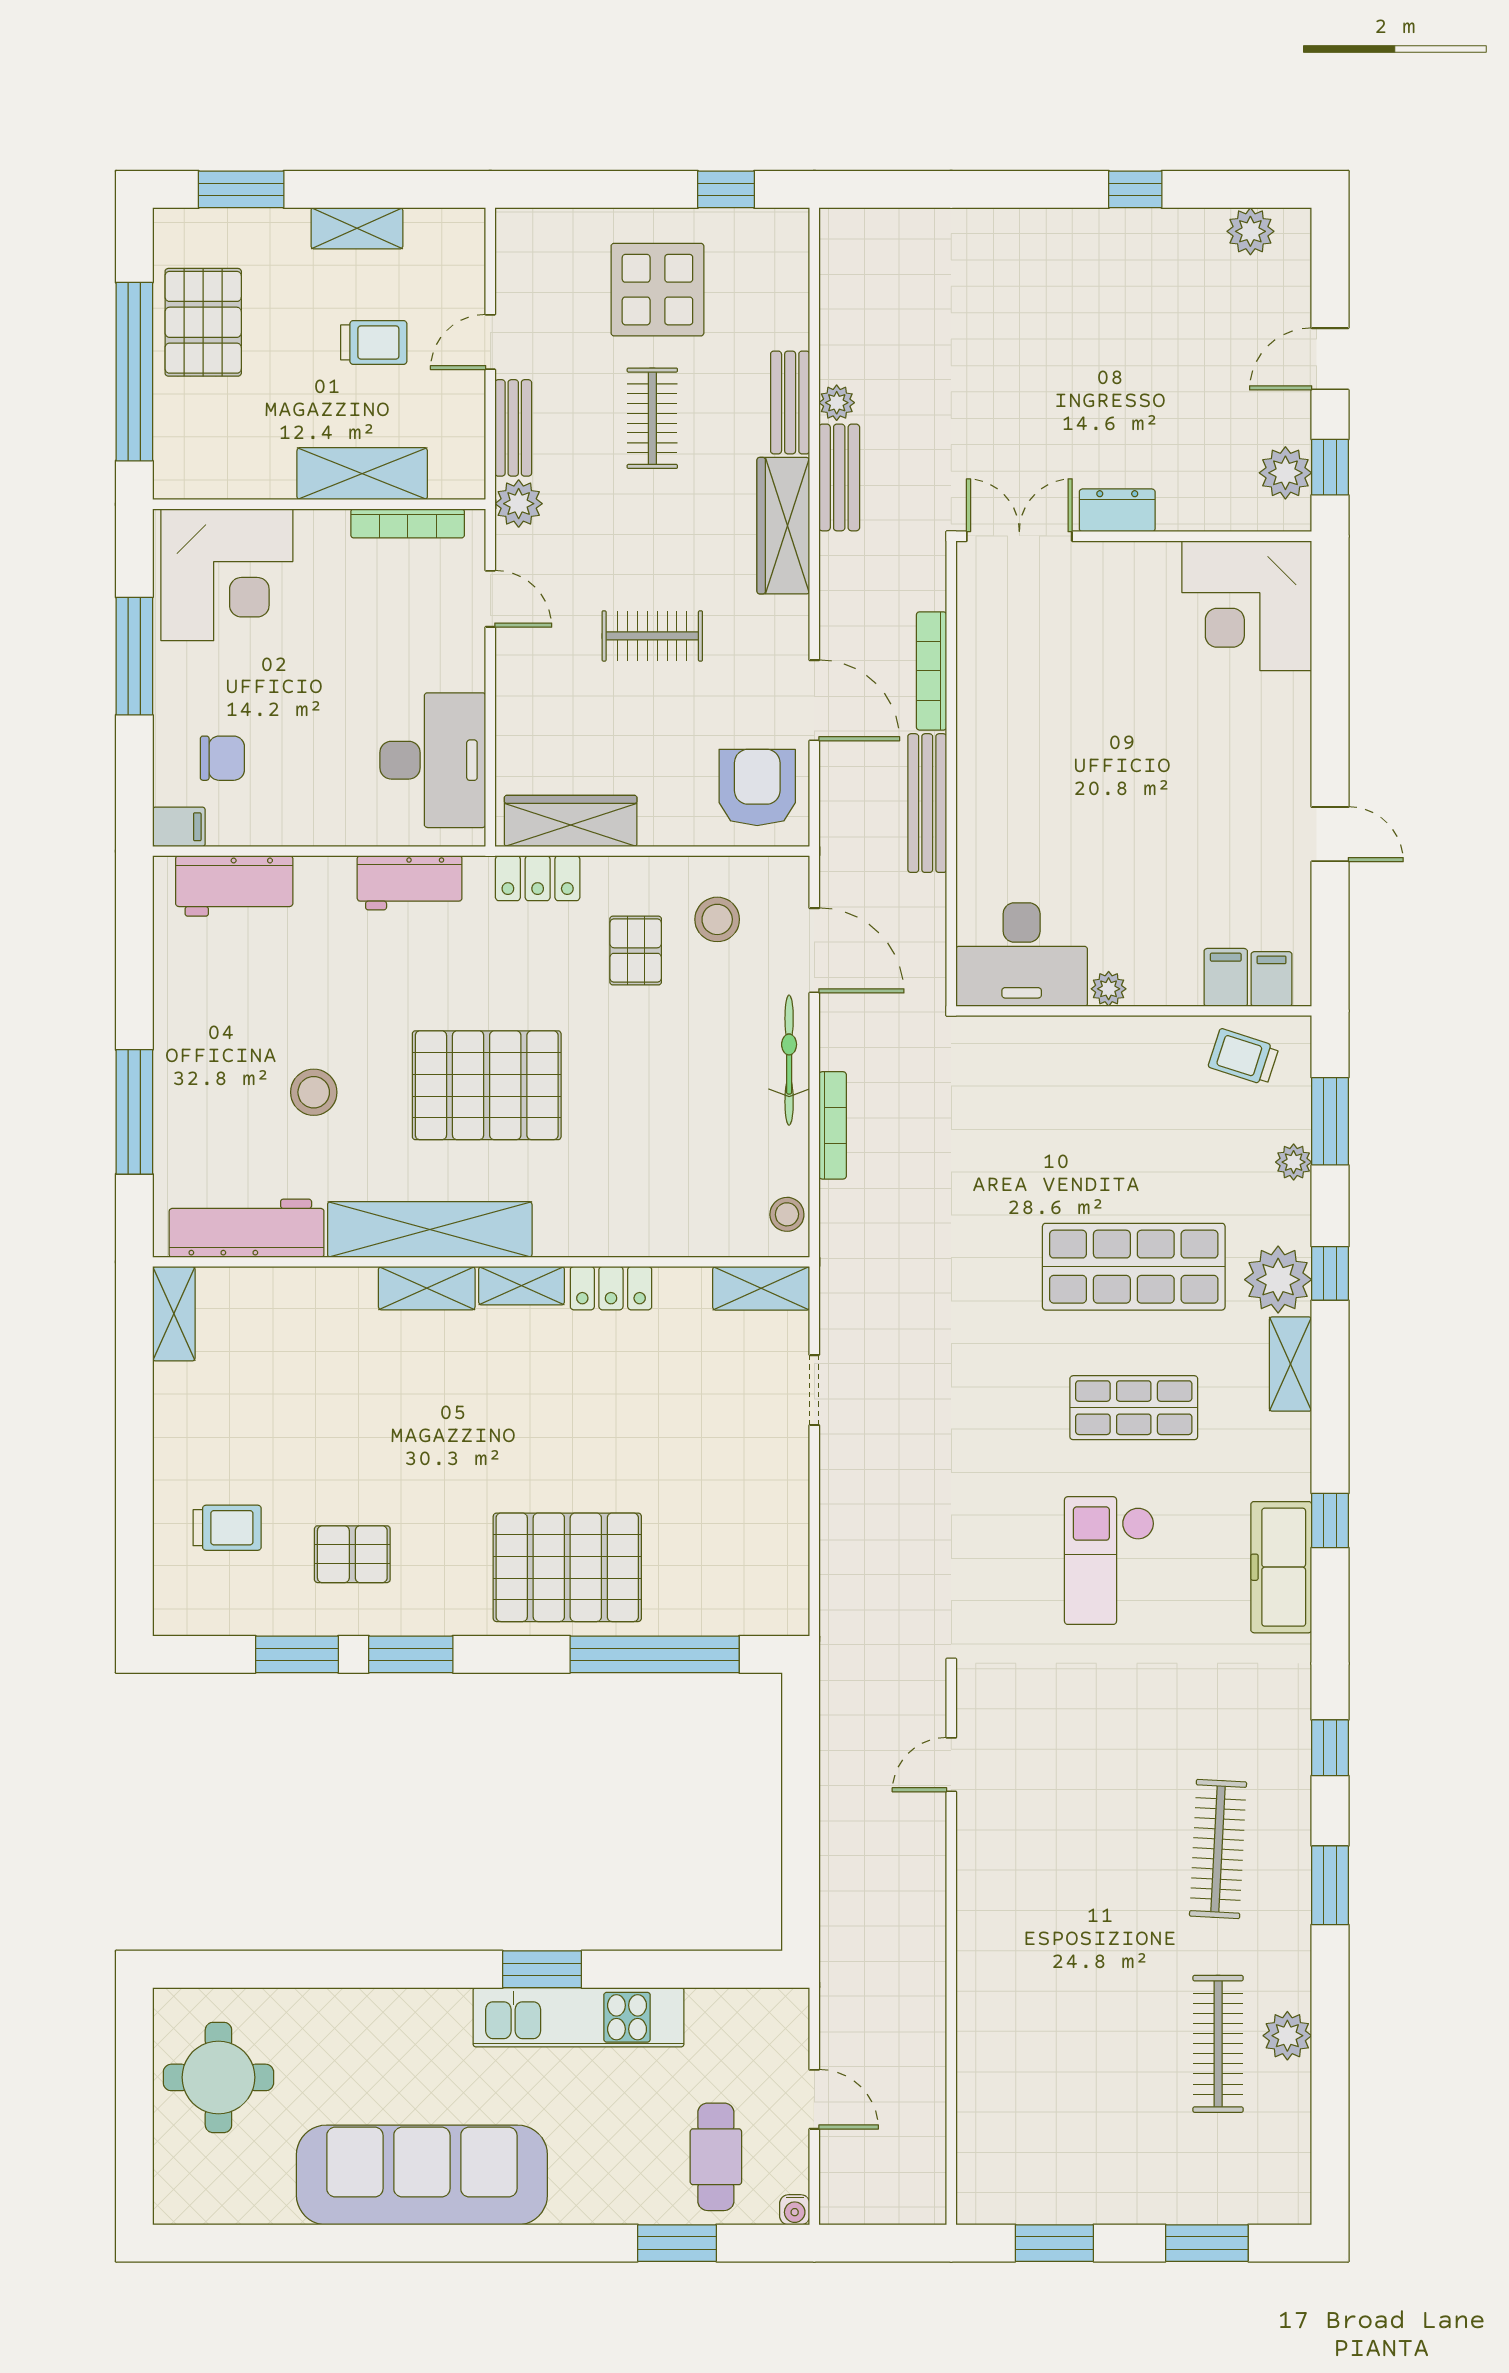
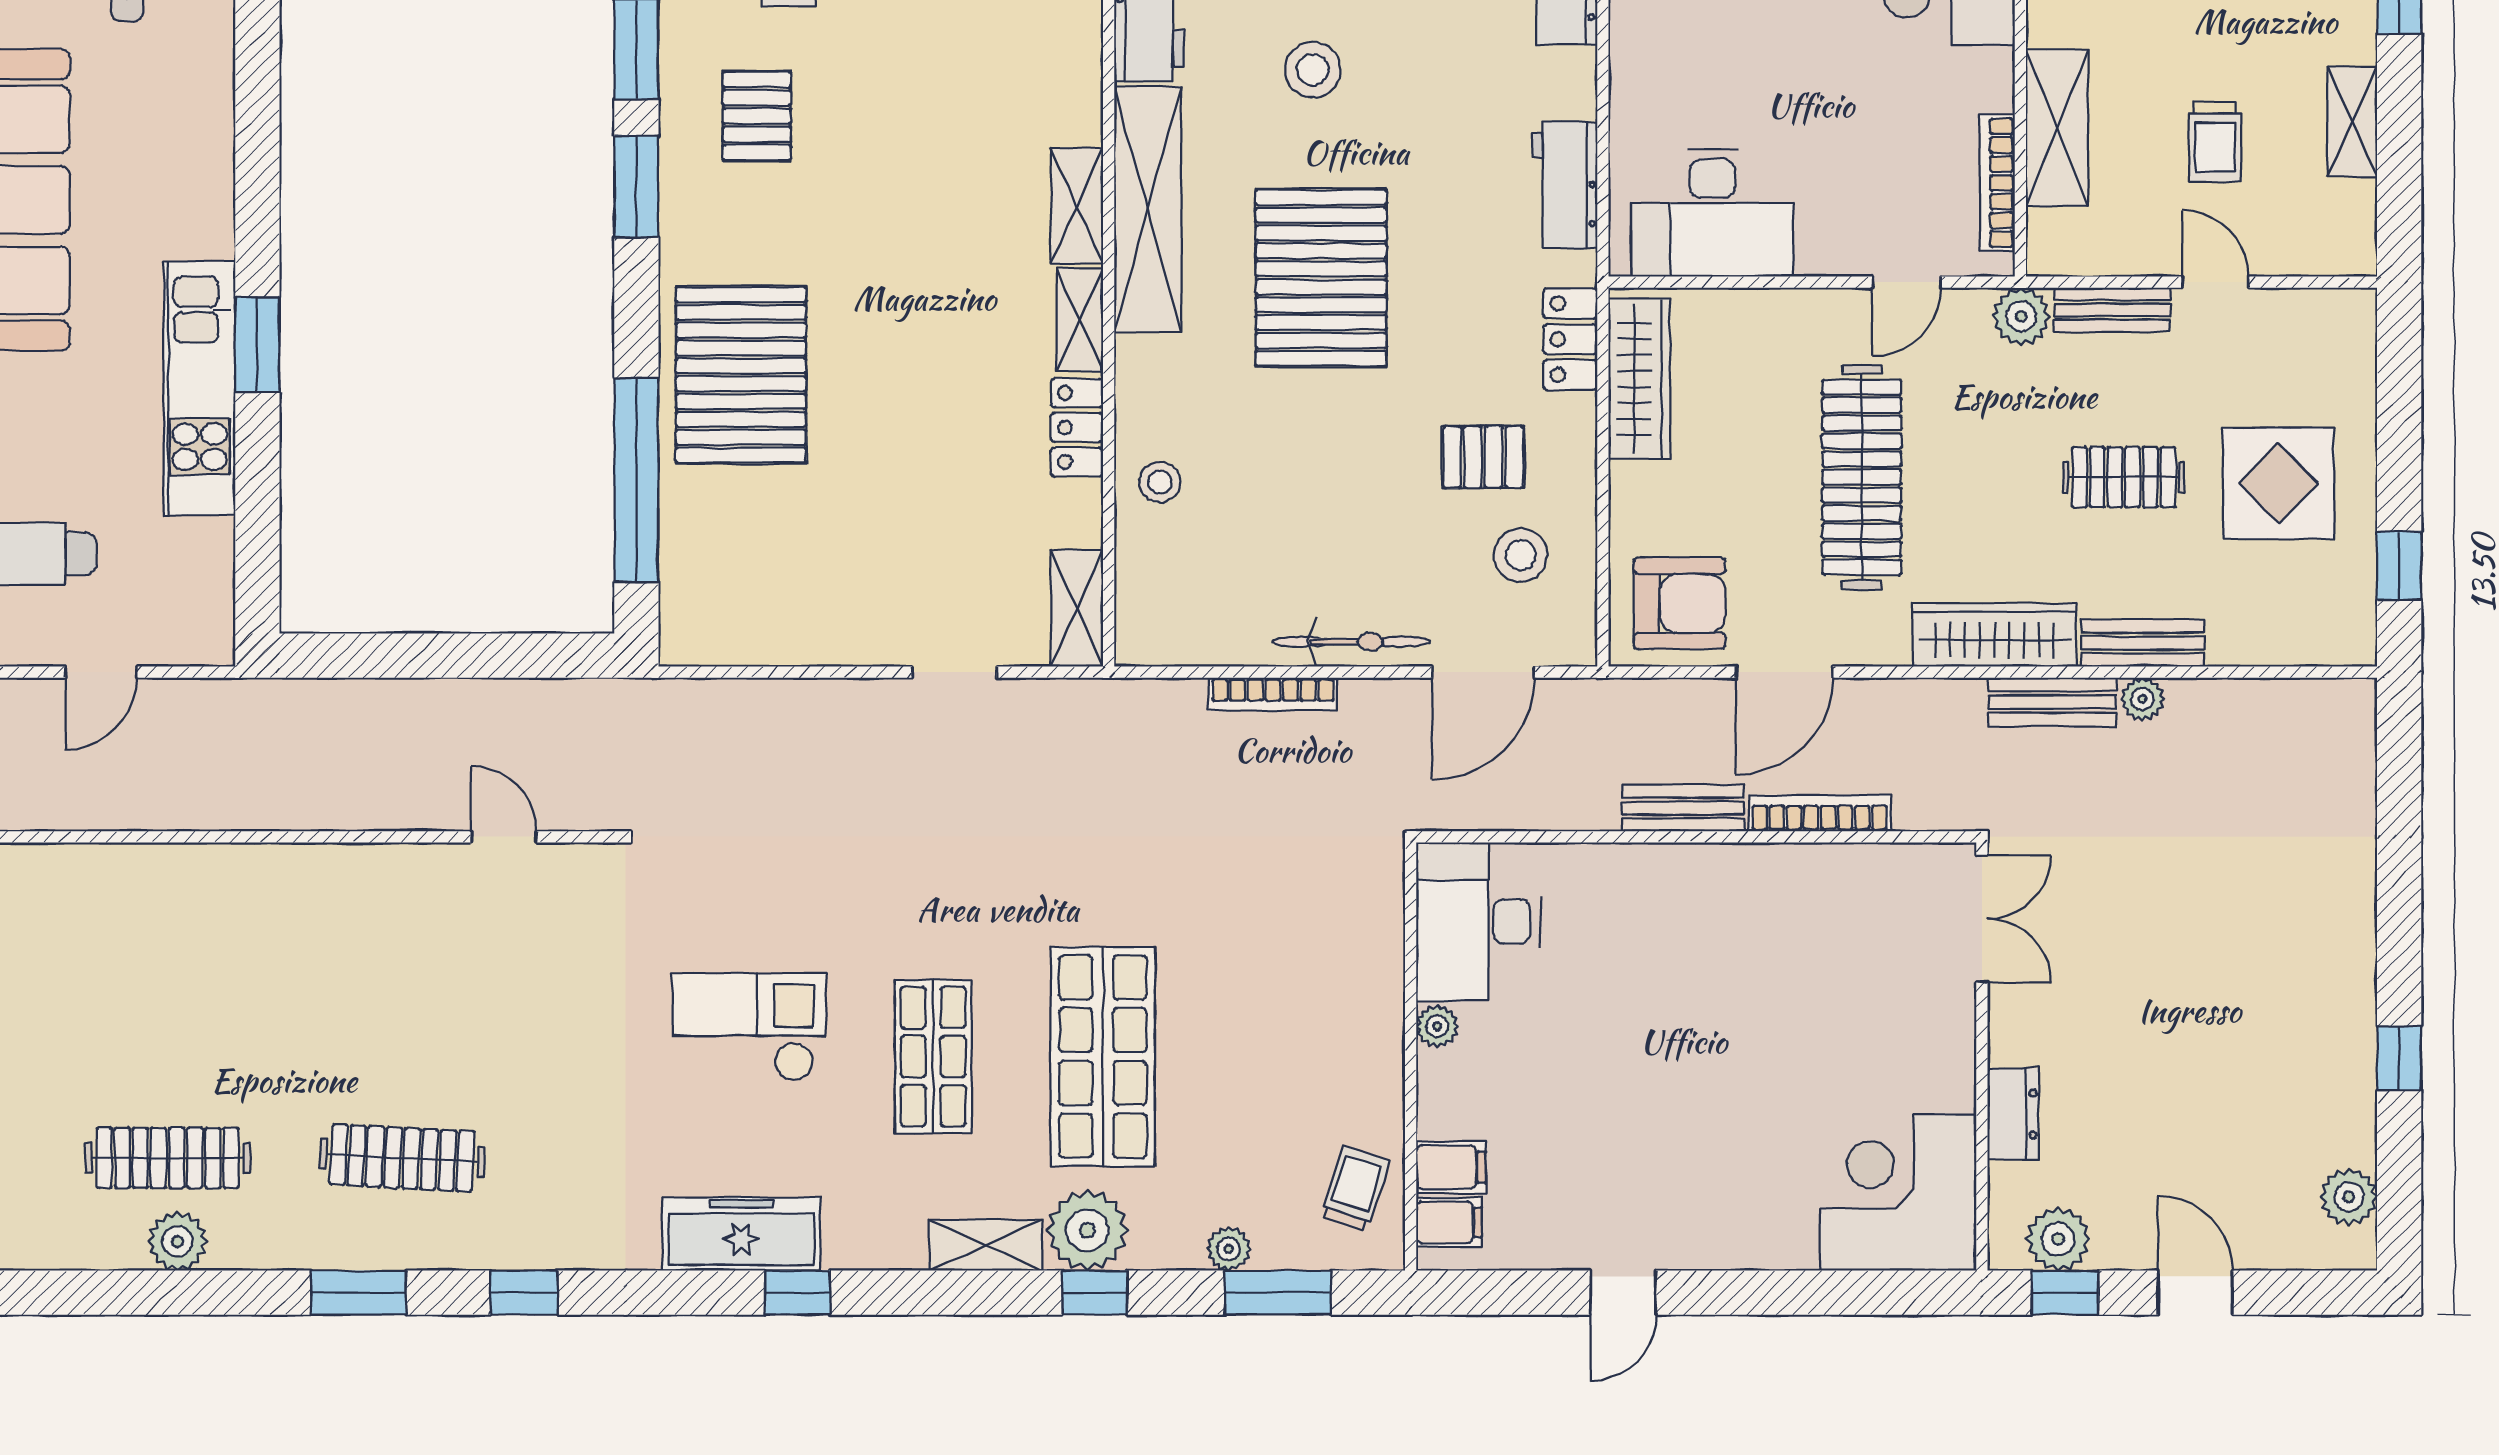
dresser: (1117, 510) -> (2013, 1114), moved
clothes rail: (652, 636) -> (1862, 477), width x1.86, depth x1.31
bench: (927, 803) -> (1683, 808), width x0.73
stool: (787, 1214) -> (1160, 482), moved

